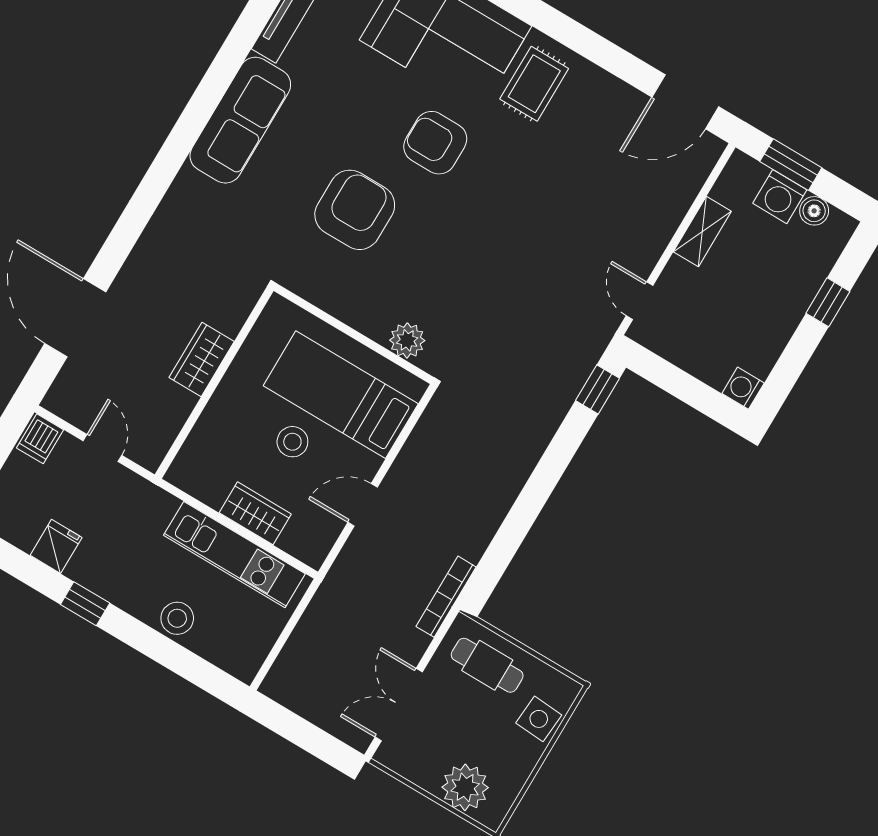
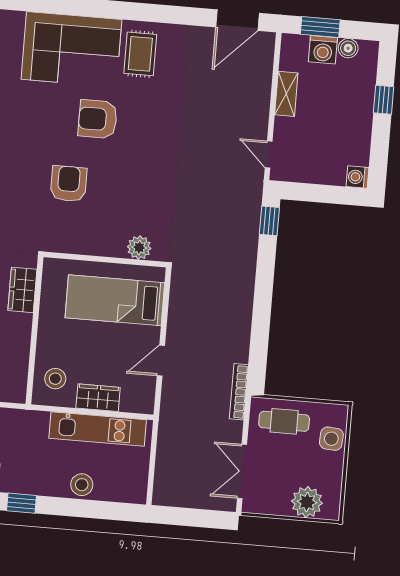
armchair: (355, 210) -> (69, 184), width x0.73, depth x0.73
wardrobe: (202, 359) -> (22, 290), moved
stool: (292, 442) -> (55, 379), moved

